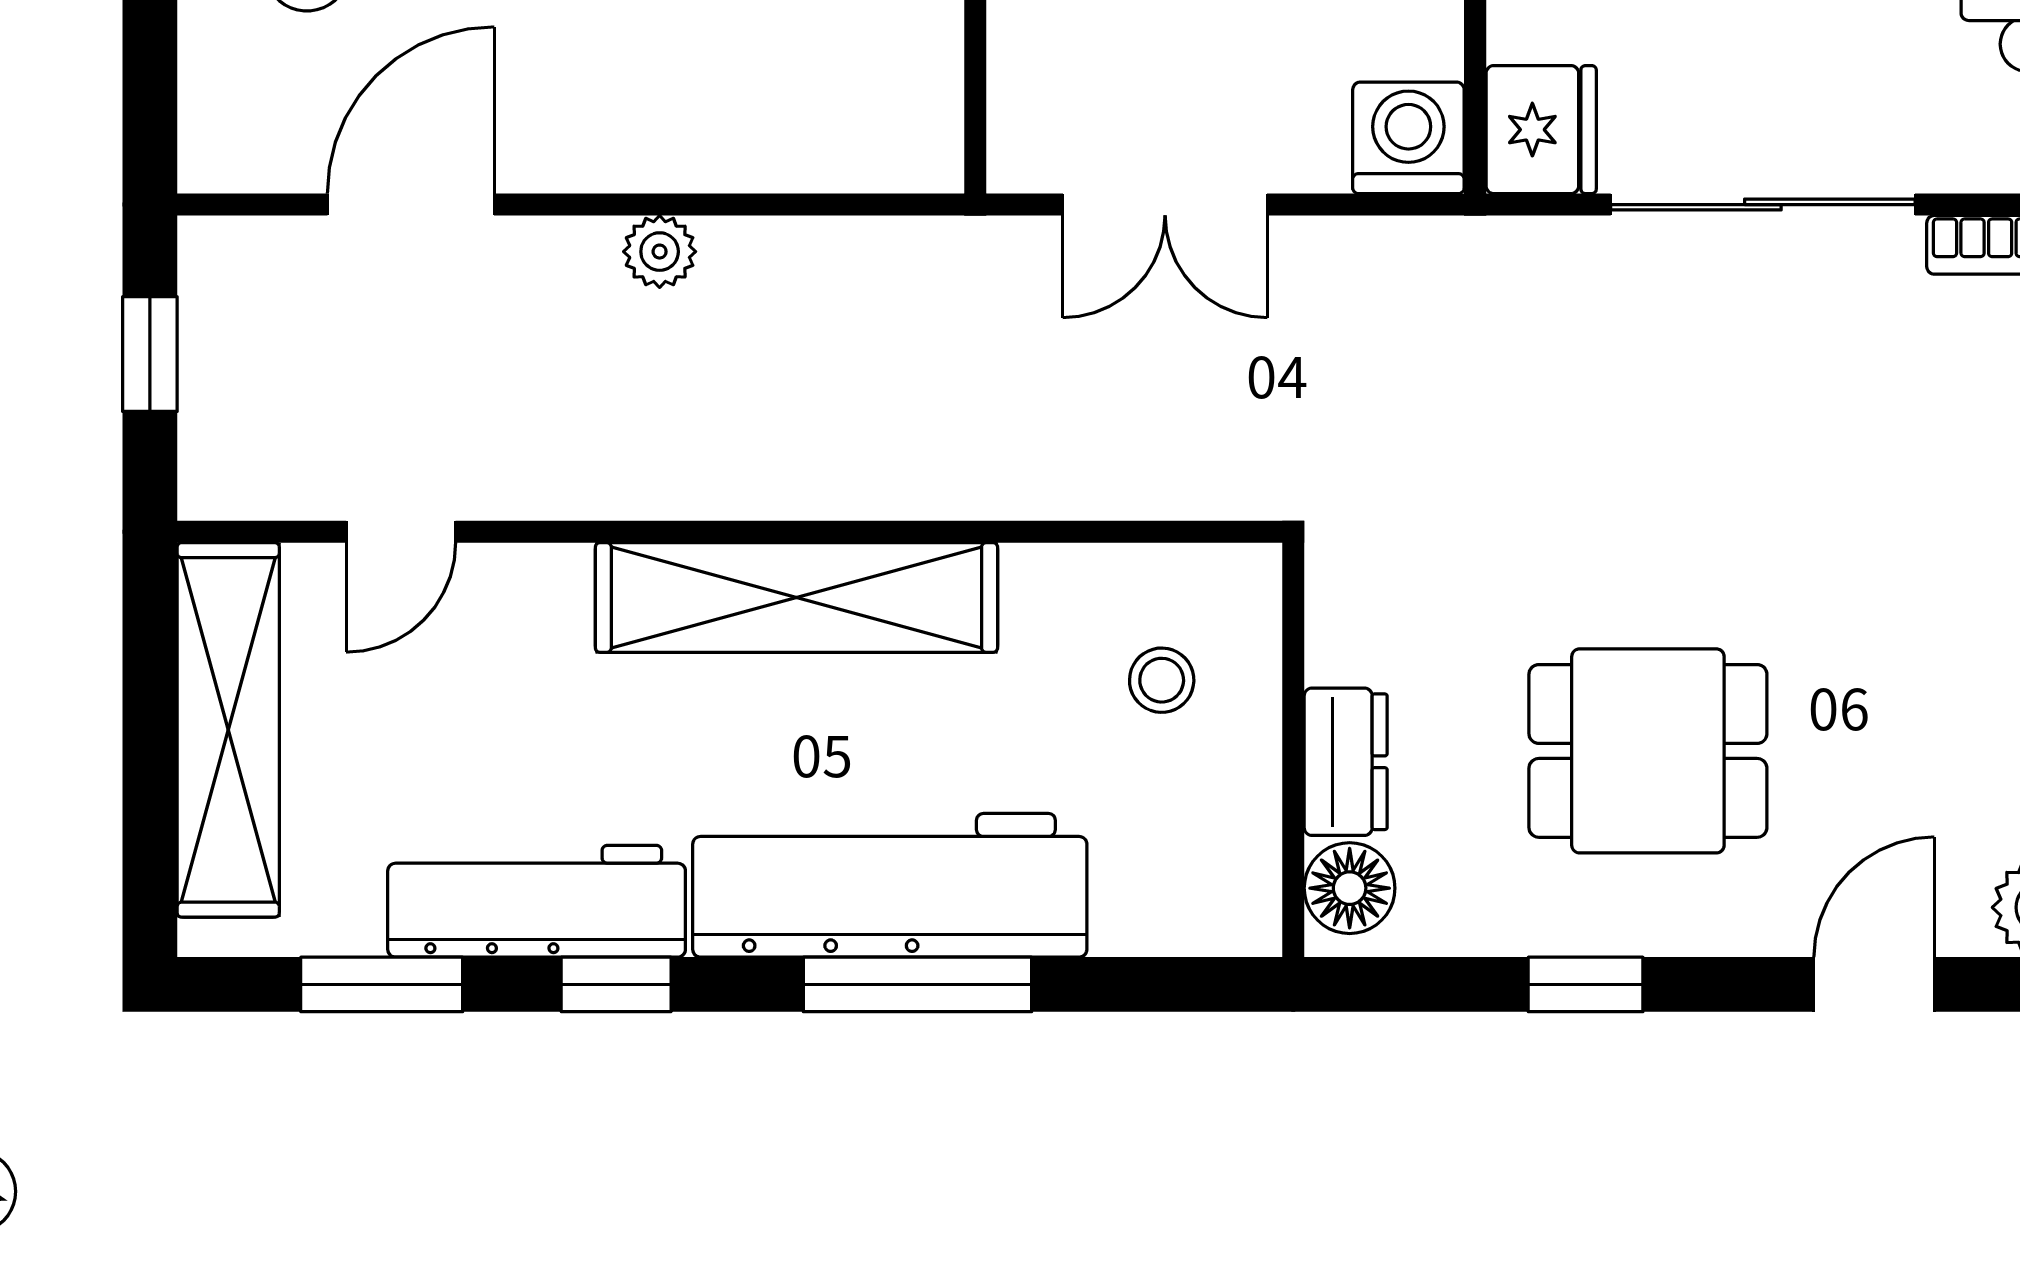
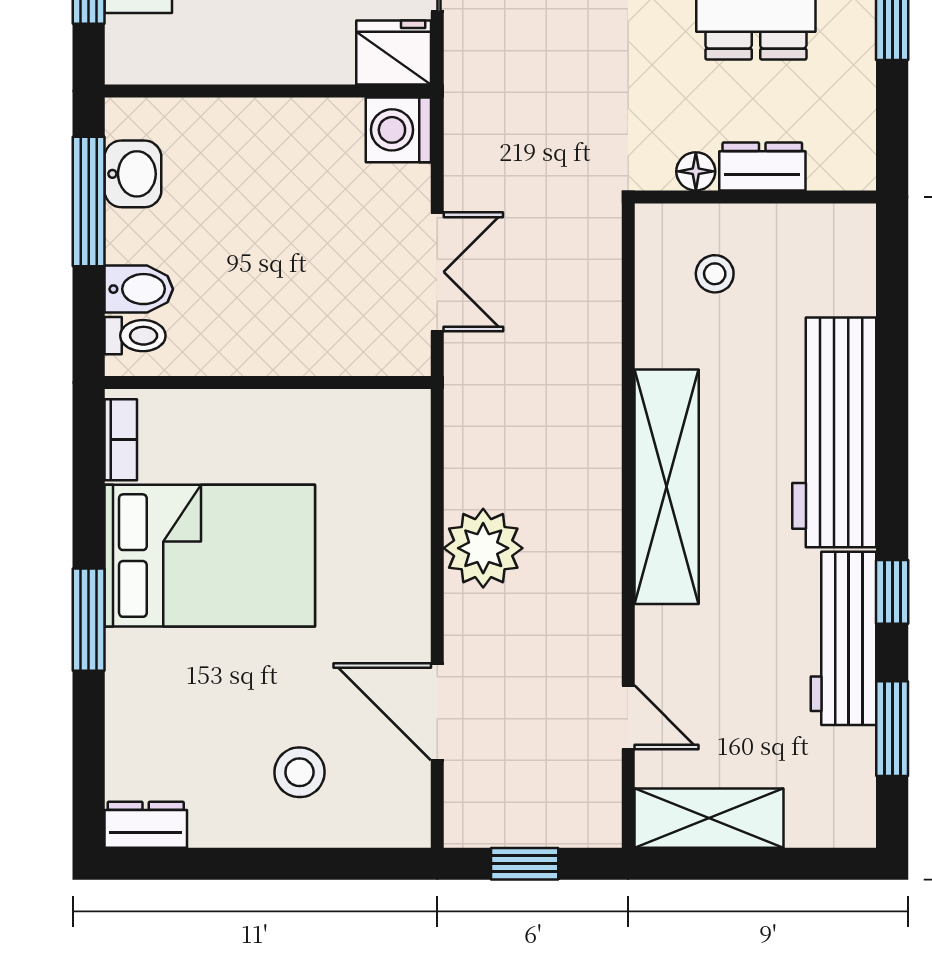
plant: (660, 252) -> (483, 548), width x1.88, depth x1.88
shelving: (228, 730) -> (709, 818), width x0.68
floor lamp: (1350, 888) -> (696, 171), moved, width x0.73, depth x0.73
window: (918, 984) -> (892, 416), removed

